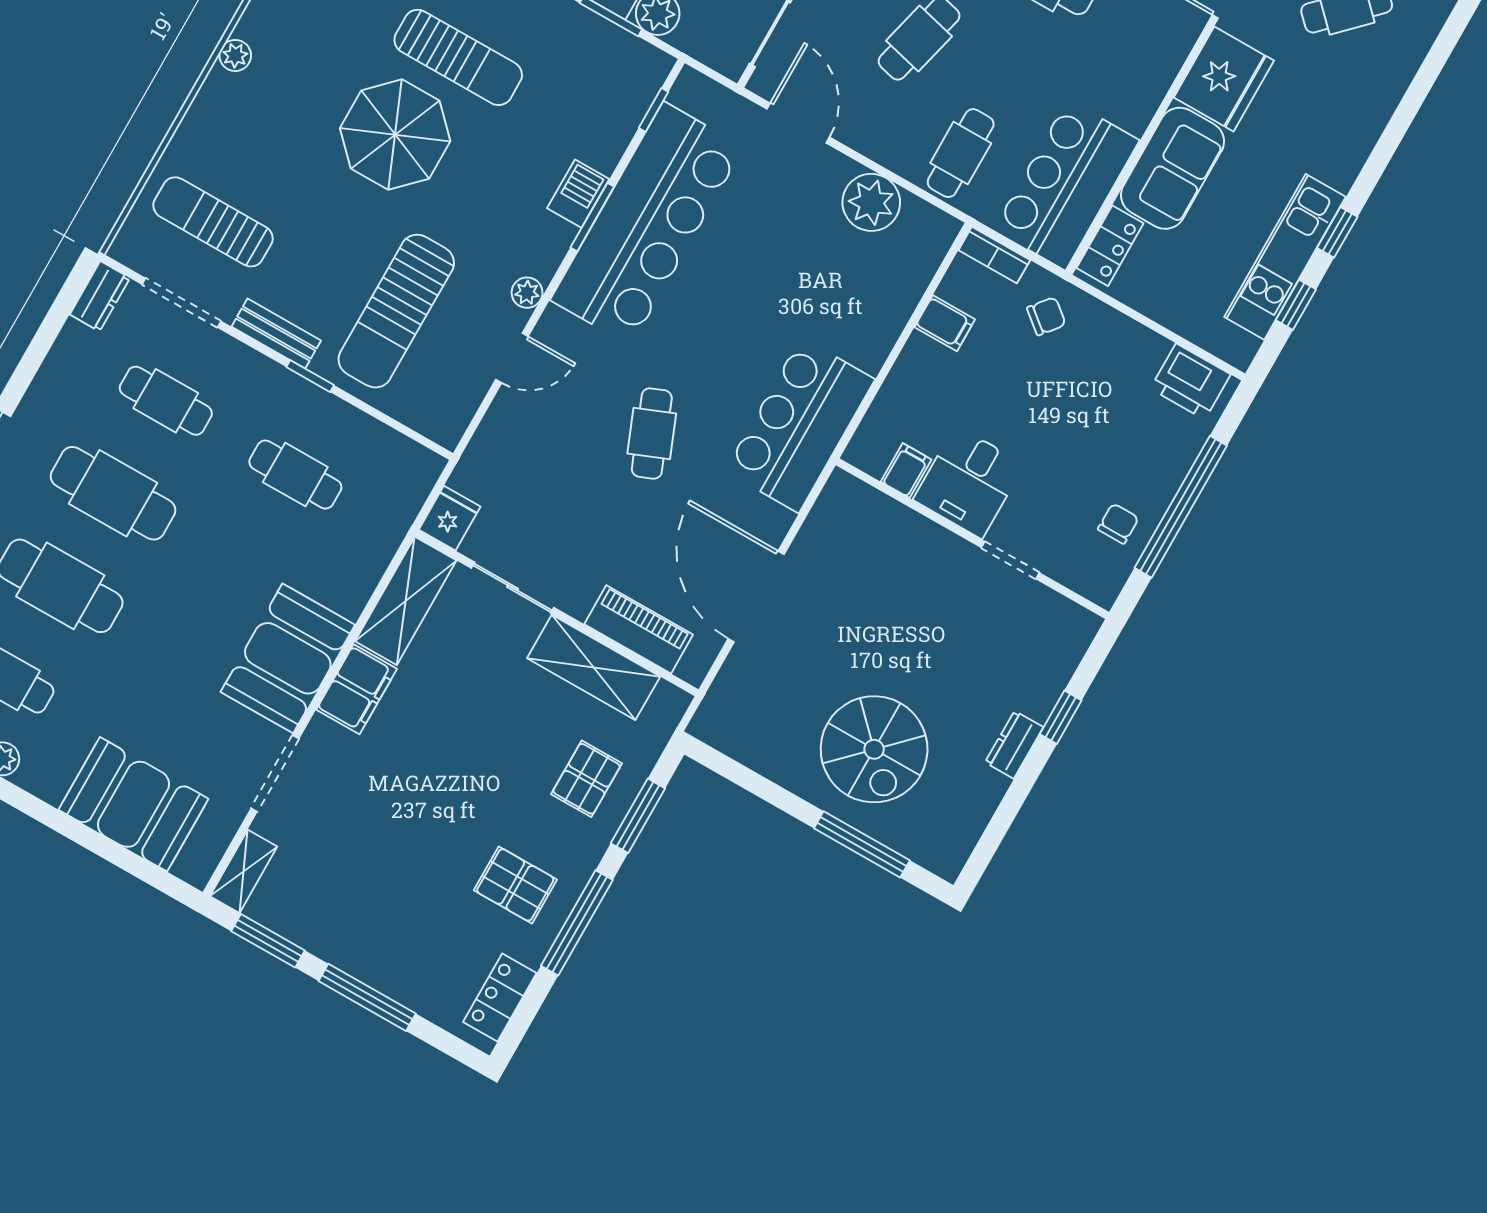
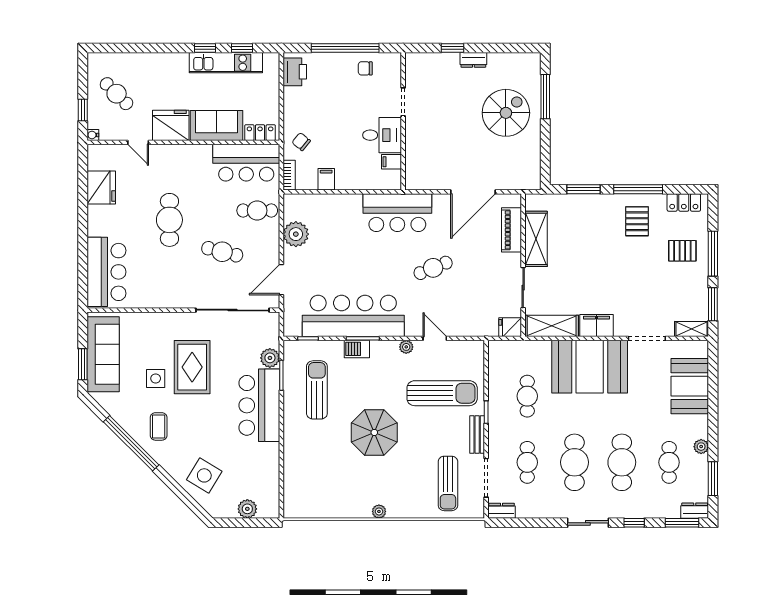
sun lounger: (458, 57) -> (317, 390), moved
booth: (288, 658) -> (590, 367), width x1.36, depth x1.42
pallet: (587, 779) -> (682, 251), moved

